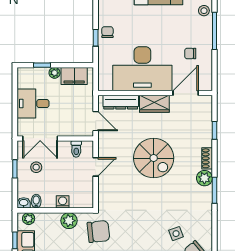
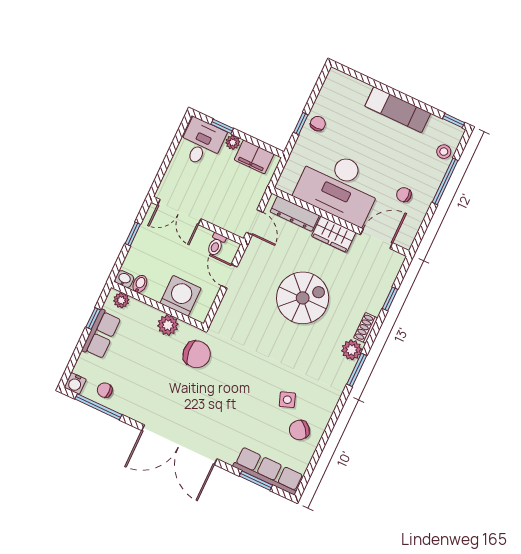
desk: (33, 104) -> (202, 143), moved, turned 90
spiral stairs: (154, 158) -> (303, 298), turned -90
stool: (36, 167) -> (159, 244), removed
door: (96, 167) -> (229, 276), swing flipped
washing machine: (63, 202) -> (181, 296), width x1.89, depth x1.89

